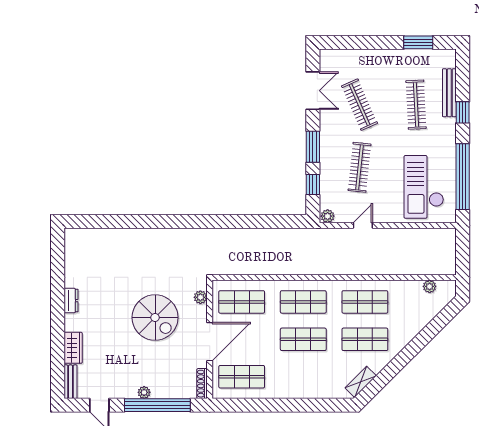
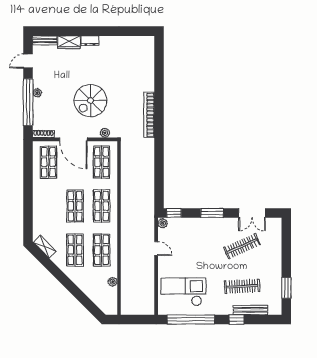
clothes rail: (360, 167) -> (197, 246), removed
window: (313, 184) -> (174, 213), moved
bookcase: (175, 235) -> (149, 115), added
plant: (430, 286) -> (113, 282), moved
dresser: (71, 301) -> (90, 41), moved

